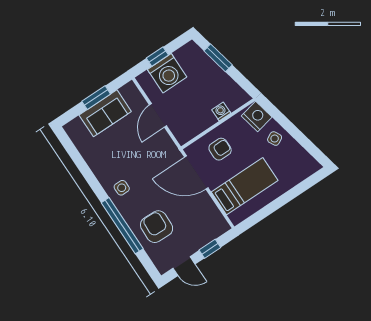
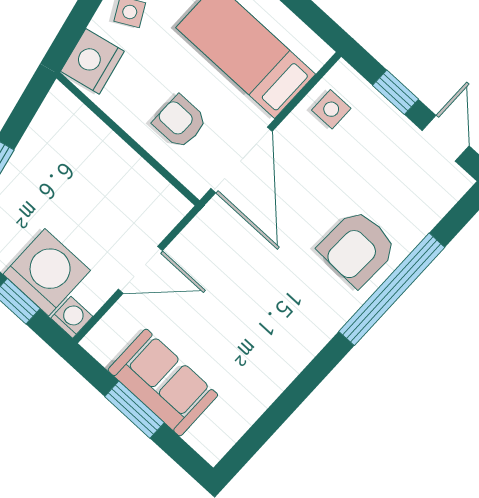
washing machine: (221, 111) -> (72, 317), moved, turned 180
side table: (122, 188) -> (331, 109), moved
armchair: (157, 227) -> (358, 248), moved

